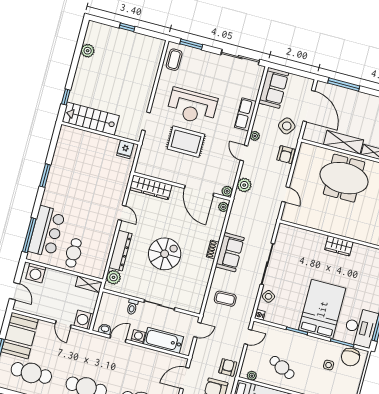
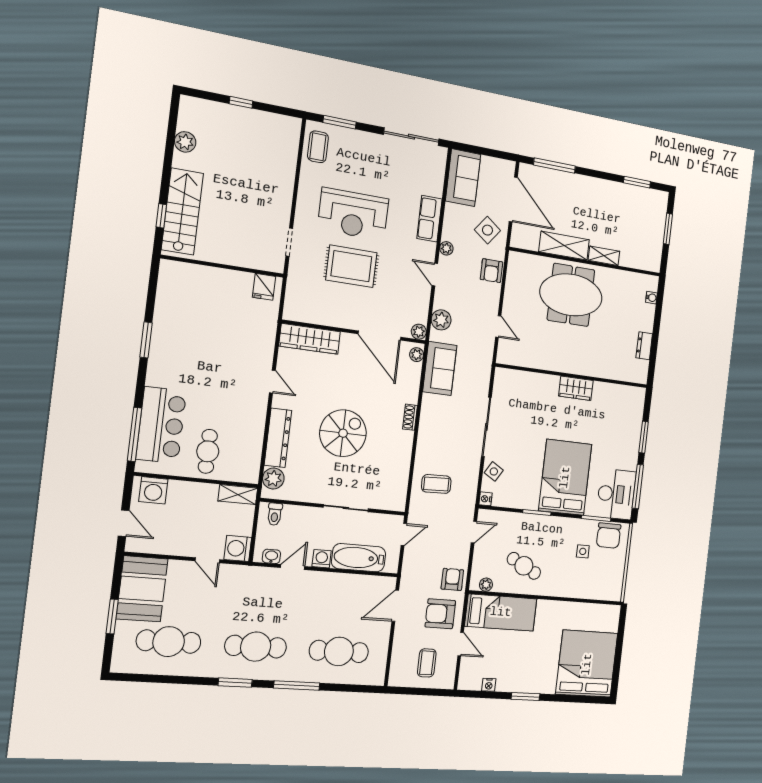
stairs: (91, 119) -> (182, 211), moved, turned 90
sofa: (230, 252) -> (440, 368), moved
toilet: (132, 307) -> (275, 514), moved

